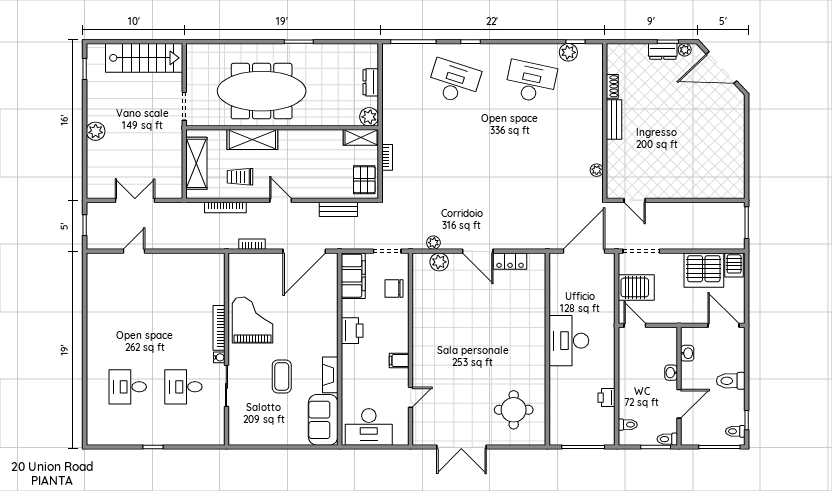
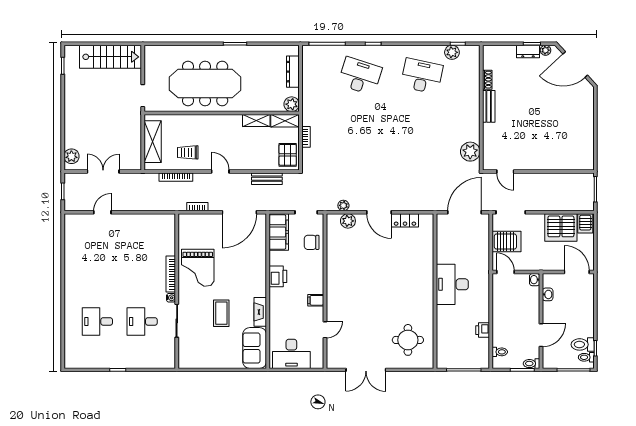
dresser: (371, 82) -> (293, 72), width x1.44
plant: (96, 131) -> (71, 156), moved
shelving: (252, 140) -> (256, 120), moved, width x0.67, depth x0.75
plant: (597, 170) -> (470, 152), width x1.88, depth x1.88
grand piano: (252, 320) -> (198, 268), turned 180
washbasin: (671, 373) -> (535, 280), moved
toilet: (731, 381) -> (583, 344), moved

